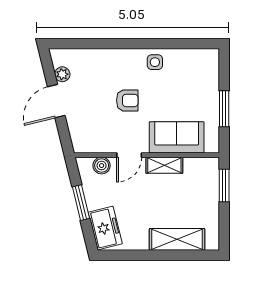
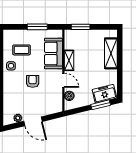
coffee table: (183, 81) -> (22, 50), added
window: (81, 203) -> (101, 105), moved

